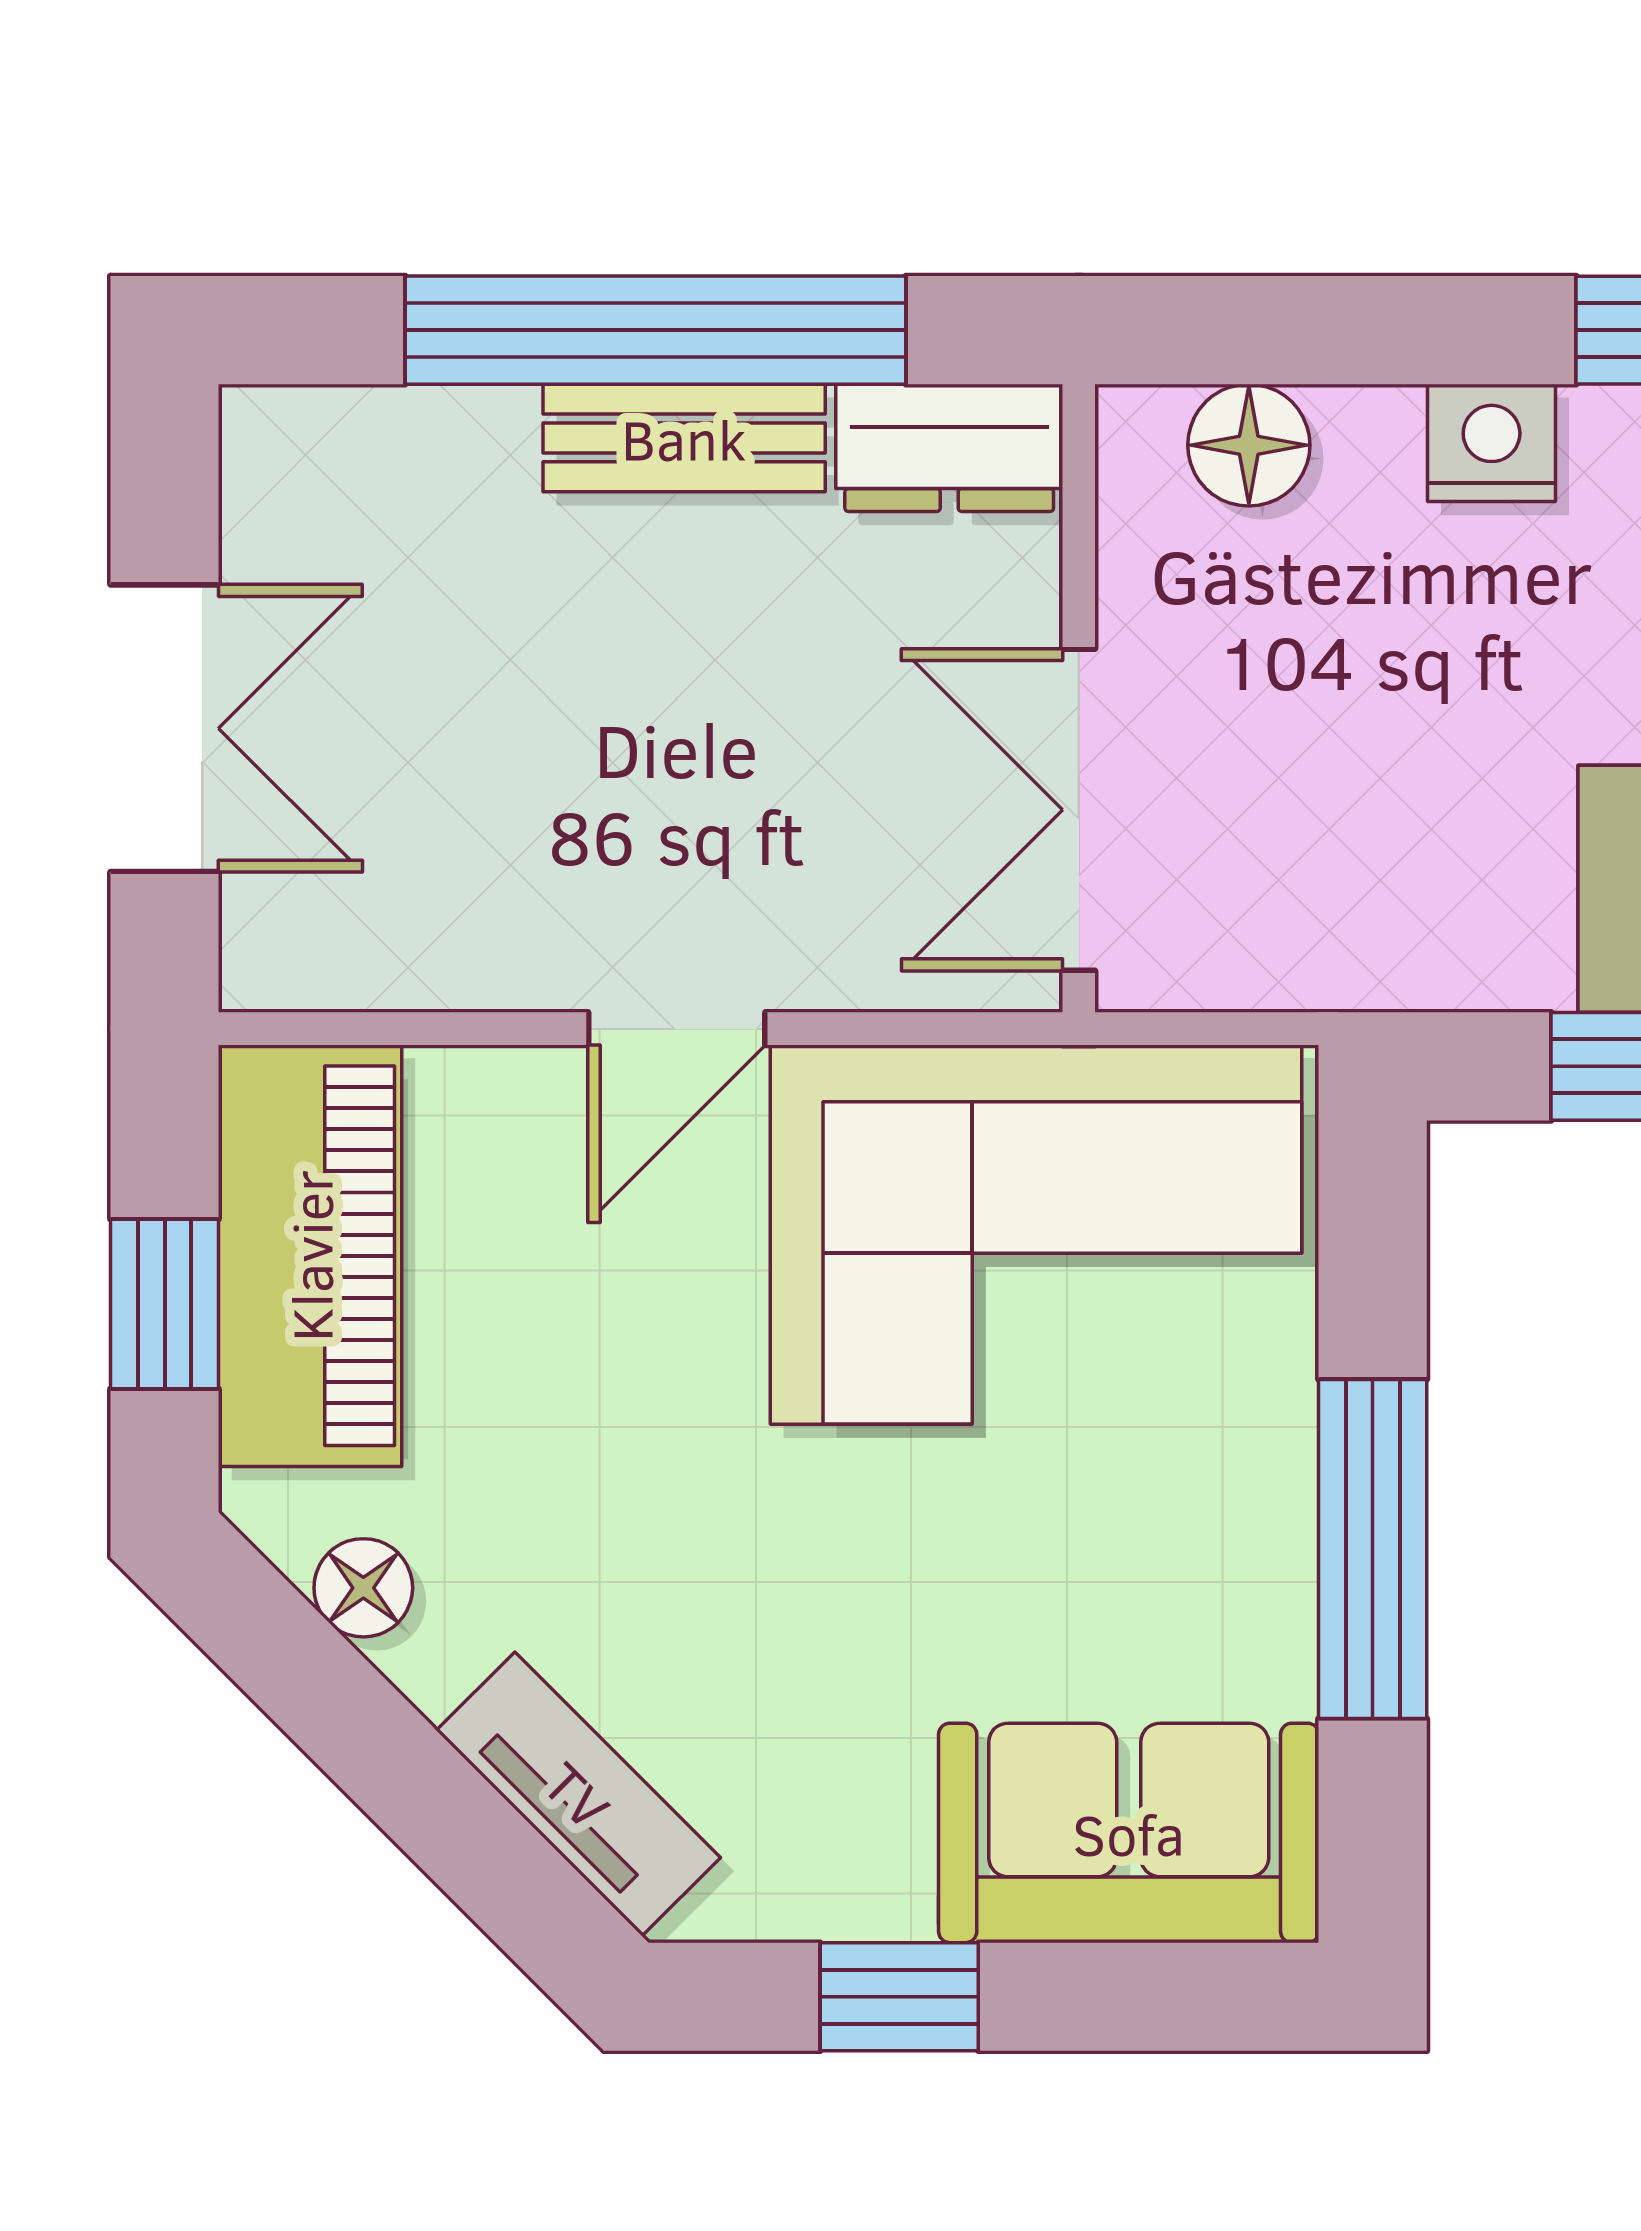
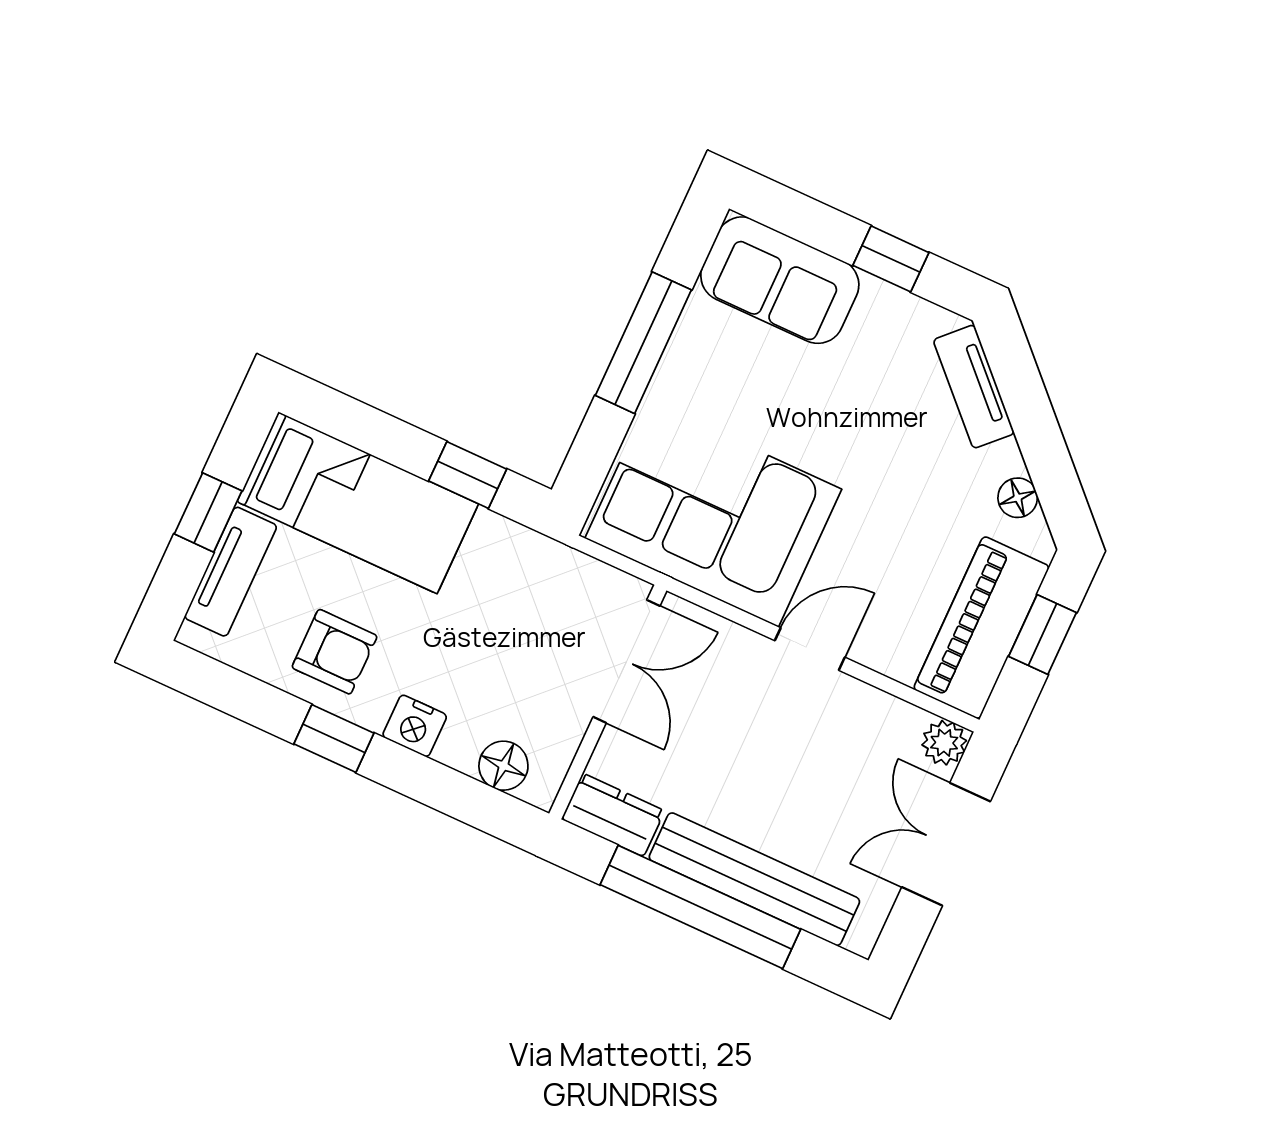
bench: (684, 438) -> (754, 879), width x1.86, depth x1.21
plant: (274, 956) -> (944, 743), added

